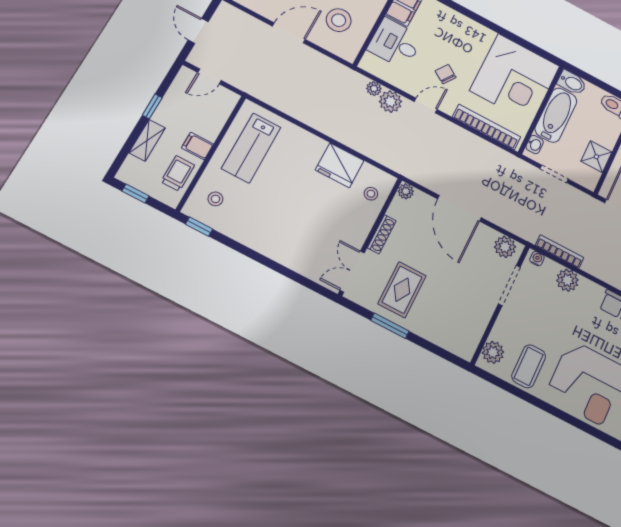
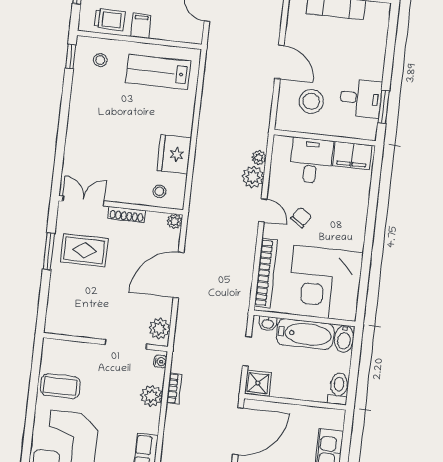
shower: (596, 157) -> (258, 383), moved
bookcase: (559, 252) -> (174, 389), width x0.64
plant: (493, 352) -> (60, 350), removed

